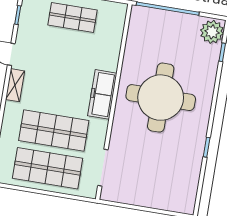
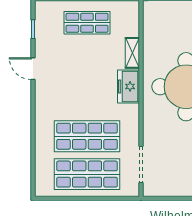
shelving: (15, 85) -> (132, 53), moved
freezer: (102, 94) -> (129, 86), width x0.71

